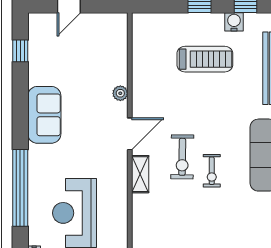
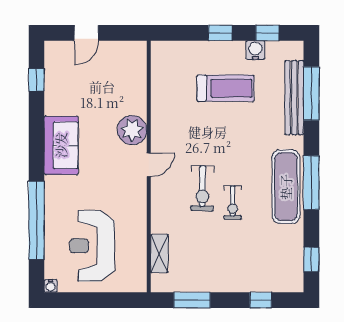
plant: (120, 93) -> (132, 130), width x1.88, depth x1.88
door: (130, 134) -> (149, 165), width x0.73
shelving: (140, 174) -> (159, 254), moved

